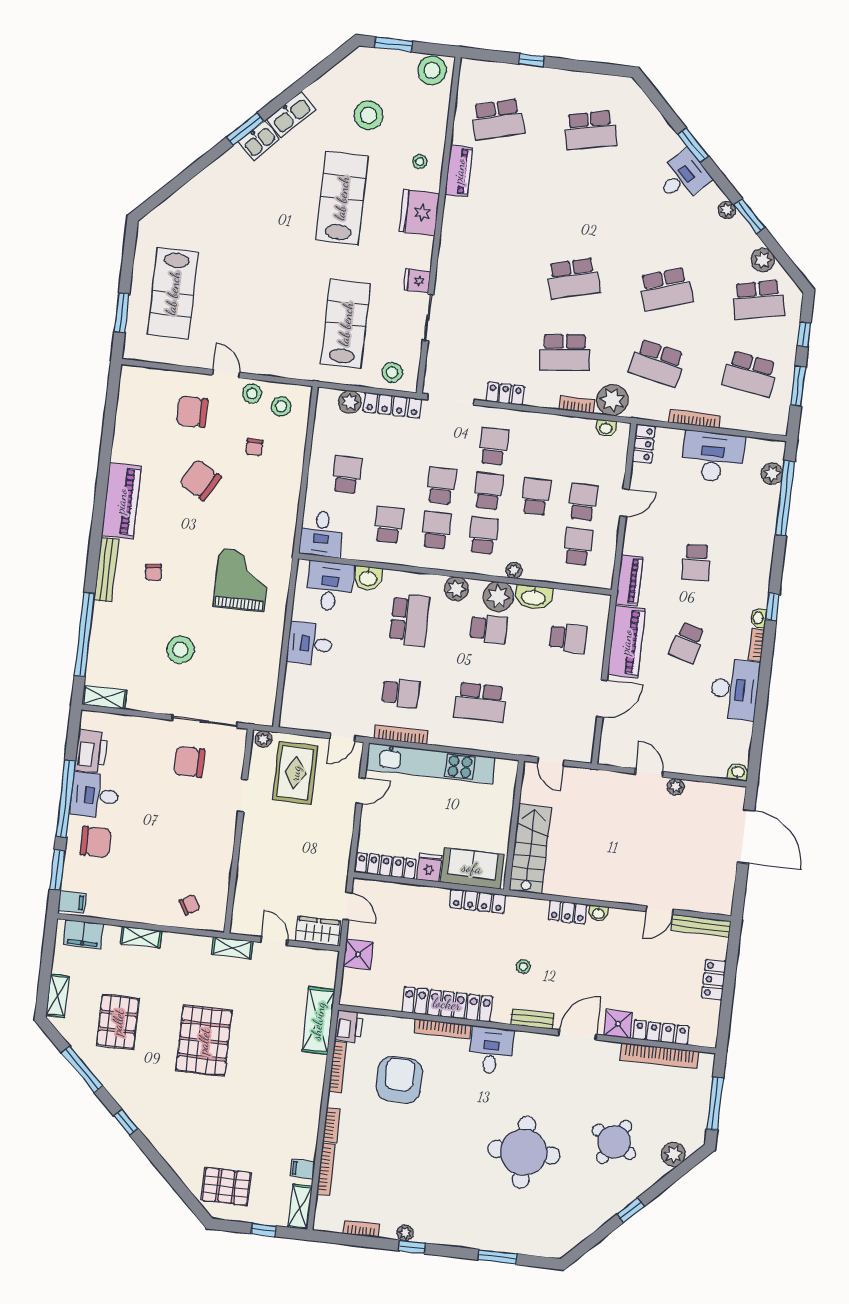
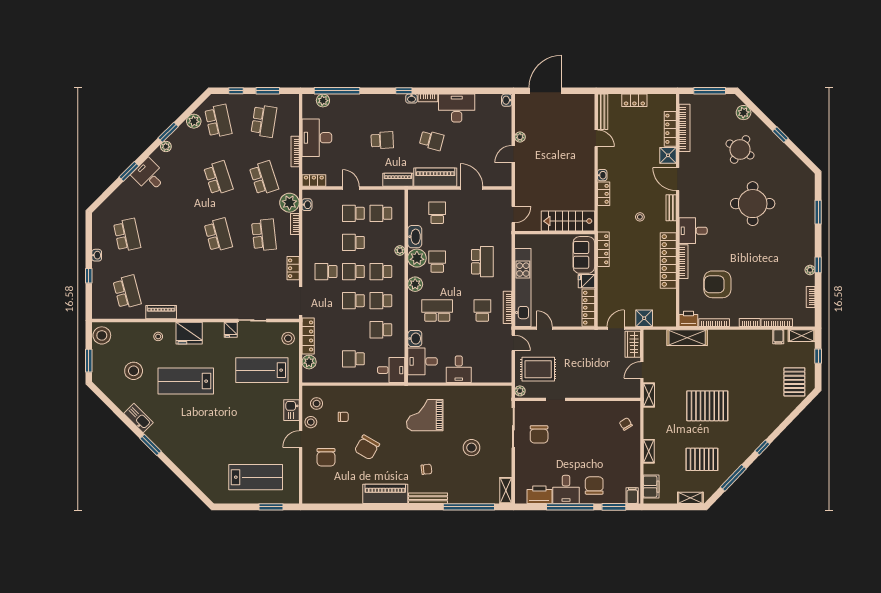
washbasin: (563, 77) -> (97, 255), added
kitchen sink: (259, 141) -> (291, 410), moved, turned -135
school desk: (657, 363) -> (264, 178), turned -30

